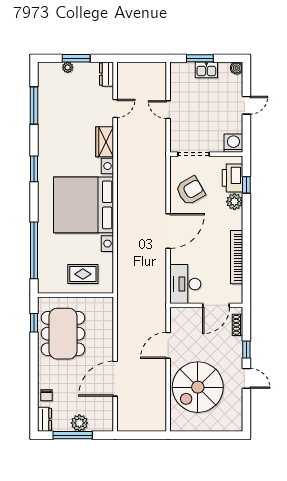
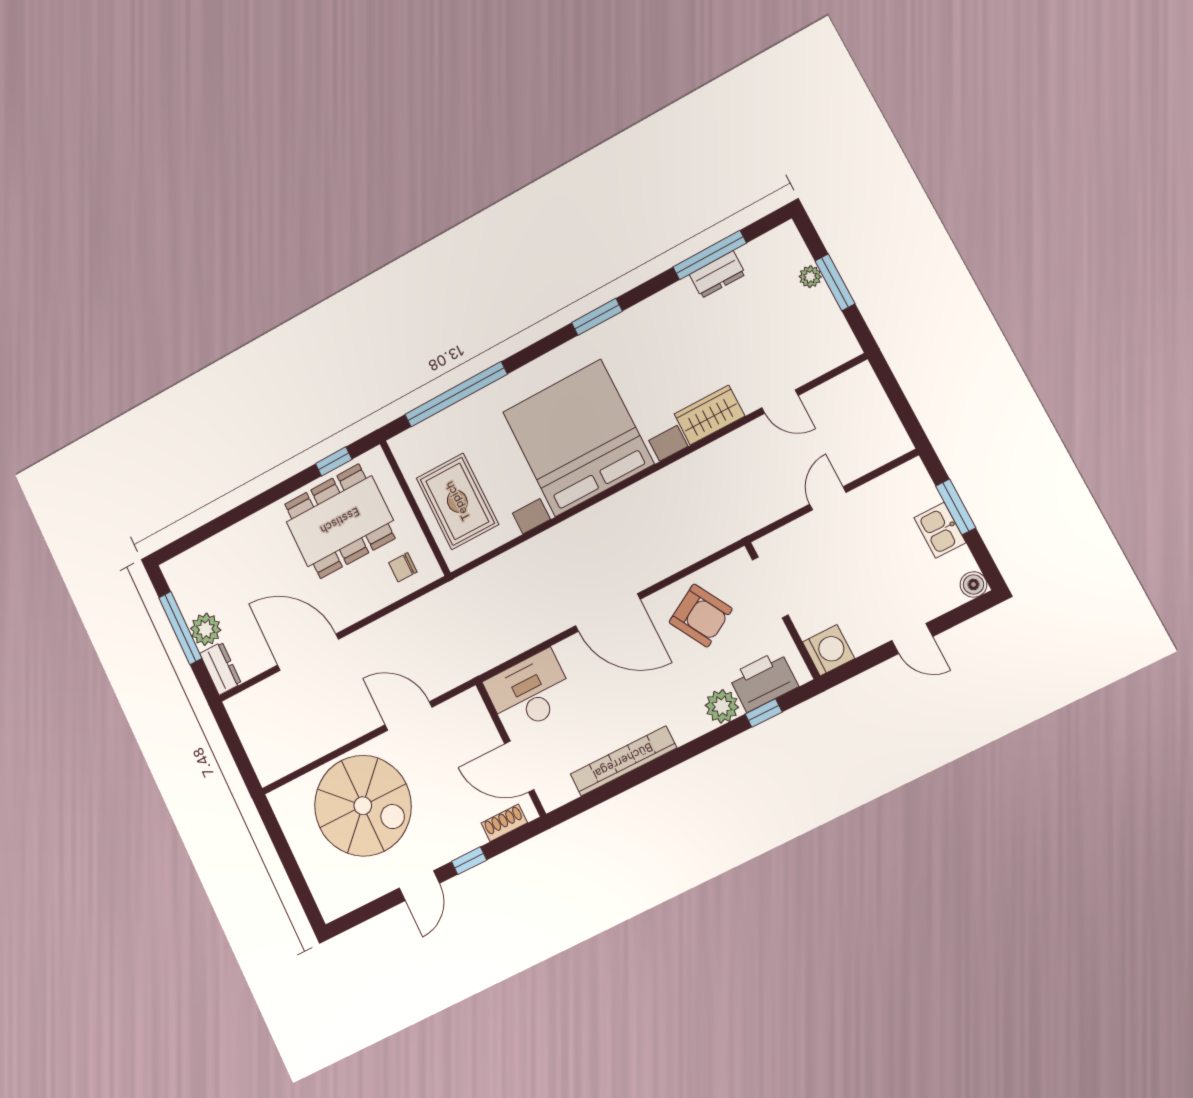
dresser: (107, 74) -> (717, 275), moved, turned 180
rug: (83, 274) -> (457, 501), width x1.36, depth x1.43
spiral stairs: (198, 387) -> (363, 806), turned 180
chair: (47, 395) -> (403, 567), moved
dresser: (44, 419) -> (221, 668), moved, turned -90

